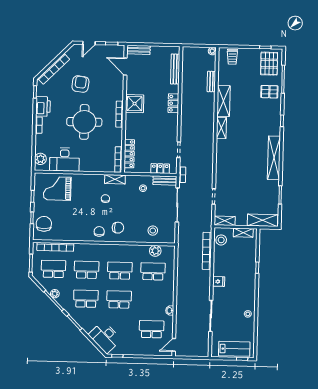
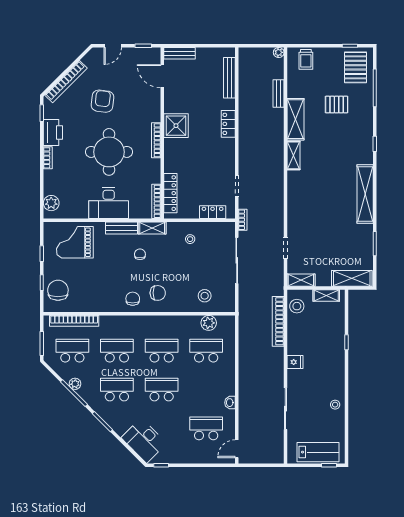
pallet: (269, 92) -> (337, 105), moved
desk: (65, 160) -> (109, 203), moved
bench: (165, 180) -> (122, 228), moved

